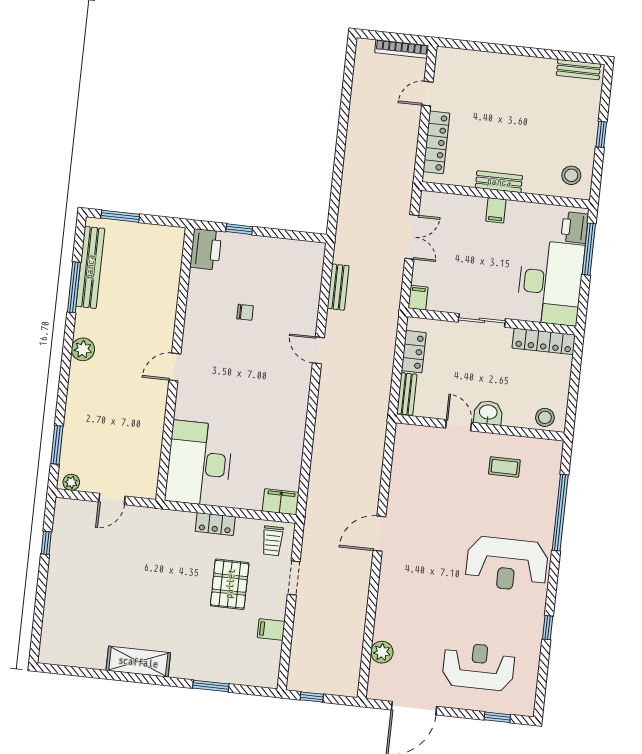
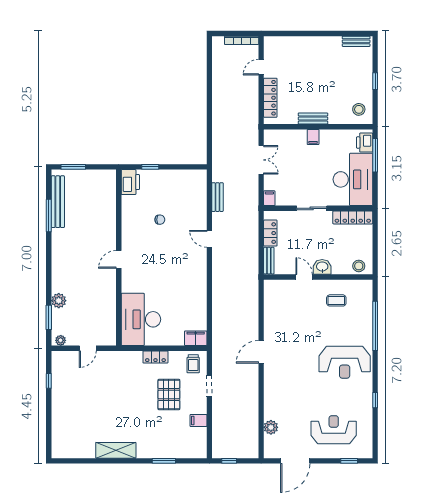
plant: (83, 349) -> (59, 301), moved

